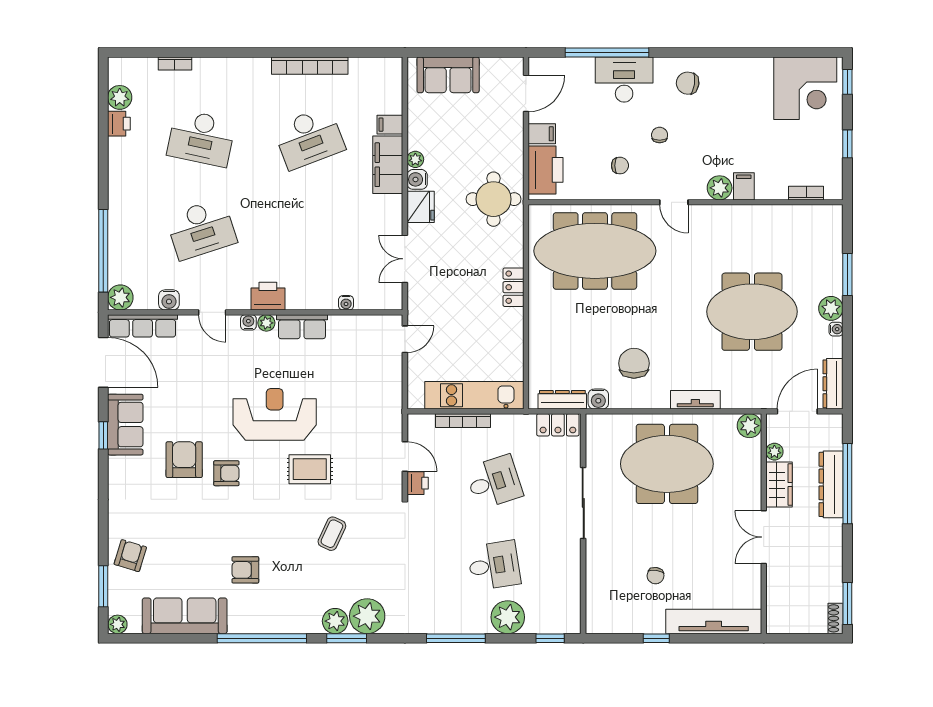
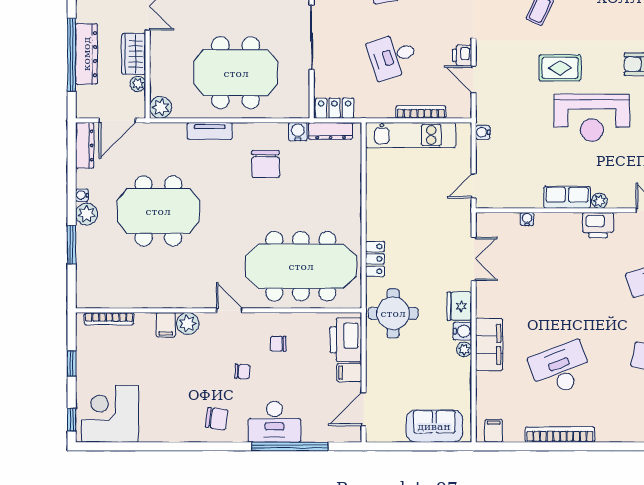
filing cabinet: (390, 125) -> (494, 431), moved, turned -90
chair: (660, 135) -> (242, 371), turned -87
bookcase: (806, 193) -> (109, 319), width x1.56
locker: (513, 287) -> (375, 259), moved
water cooler: (248, 322) -> (483, 132), moved, turned 90

